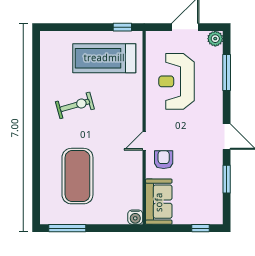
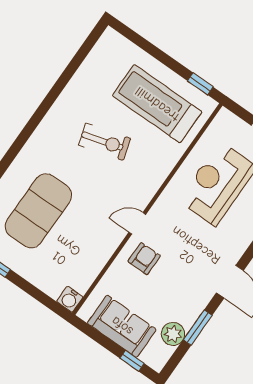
exercise bike: (75, 105) -> (105, 142), moved
plant: (214, 194) -> (173, 334), added
sofa: (159, 202) -> (122, 326), moved, turned -90

